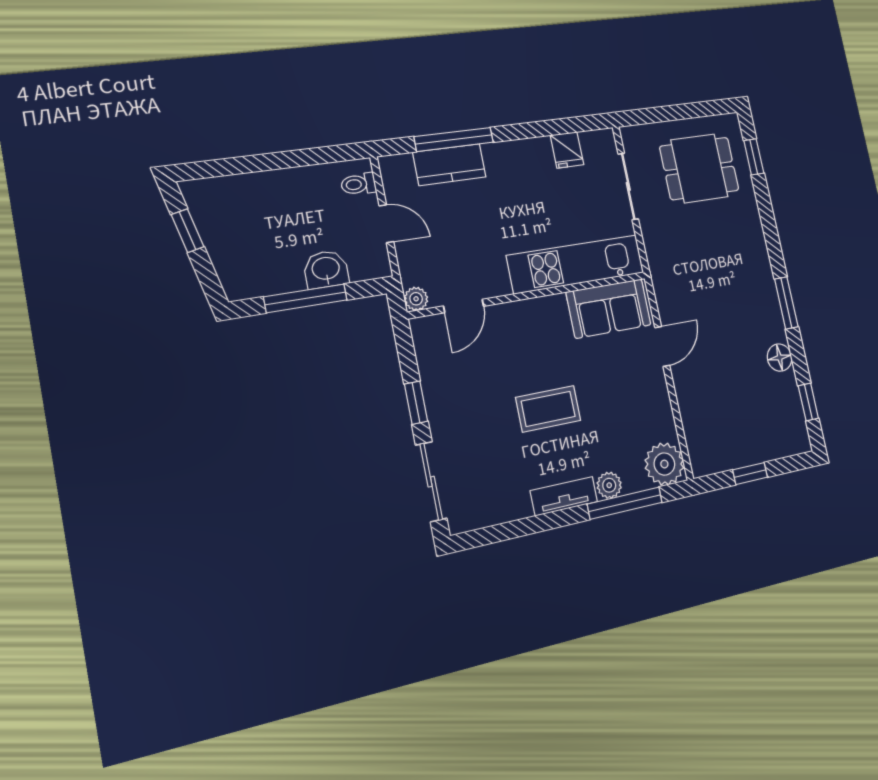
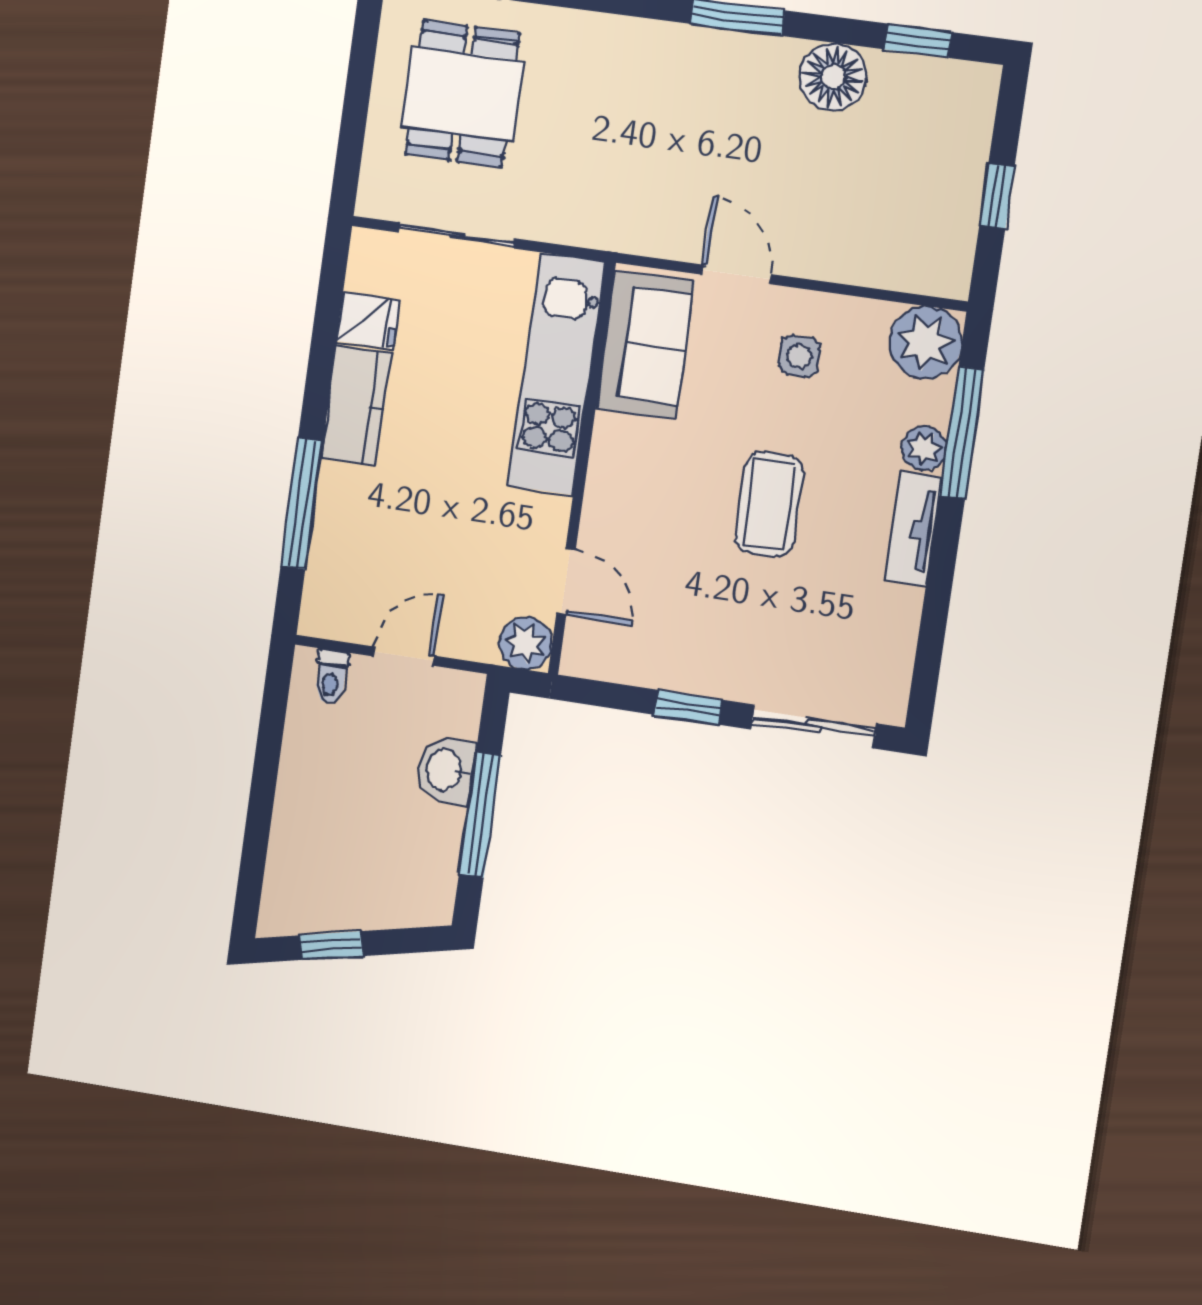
kitchen counter: (449, 165) -> (356, 405), moved
plant: (416, 299) -> (526, 643), width x1.38, depth x1.38
floor lamp: (780, 358) -> (833, 77), width x1.38, depth x1.38
side table: (633, 397) -> (799, 356), added

